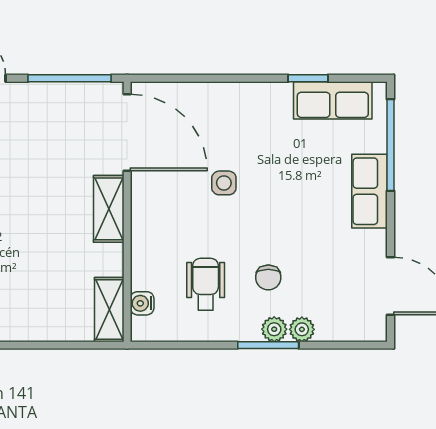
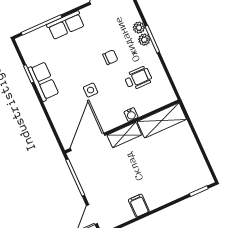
row of seats: (333, 100) -> (43, 81), moved
chair: (268, 277) -> (110, 57), moved
wheelchair: (206, 284) -> (138, 78), turned 180
water cooler: (142, 303) -> (131, 115), moved
shelving: (109, 310) -> (162, 120), width x1.50, depth x1.33

